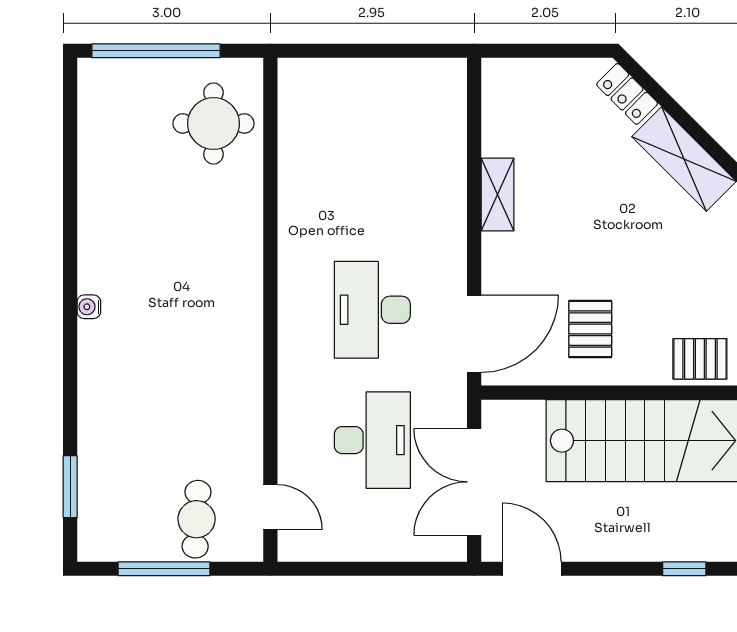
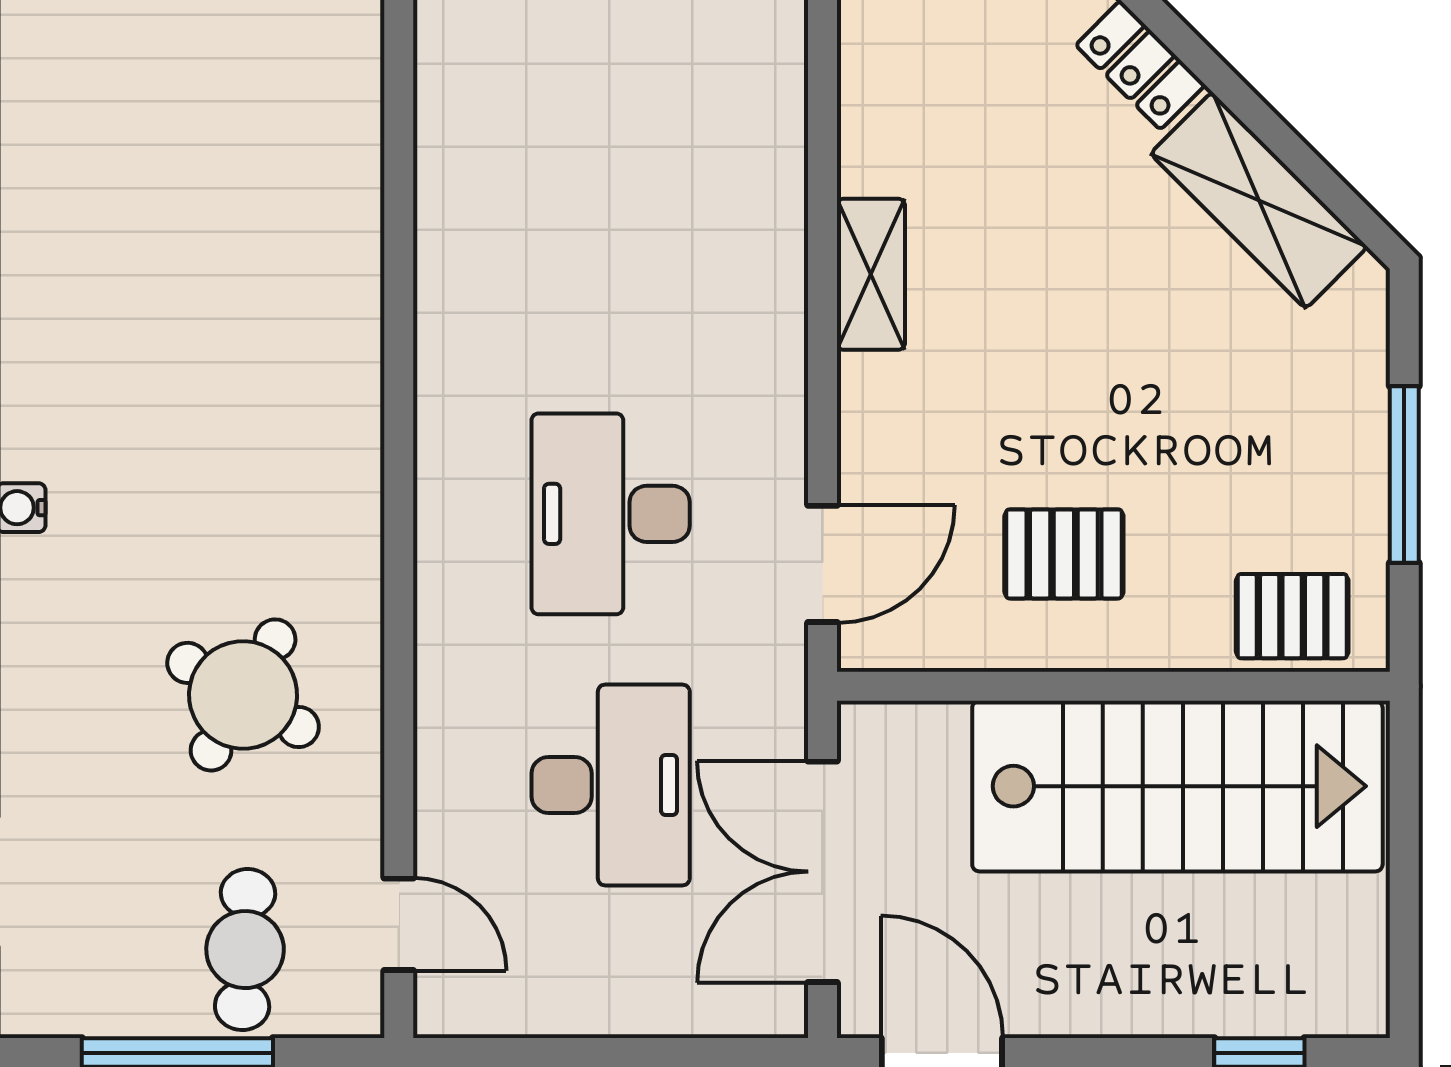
round table: (213, 123) -> (243, 695), moved, turned 30
pallet: (590, 329) -> (1064, 554), turned 90
door: (474, 334) -> (822, 564), width x0.73

